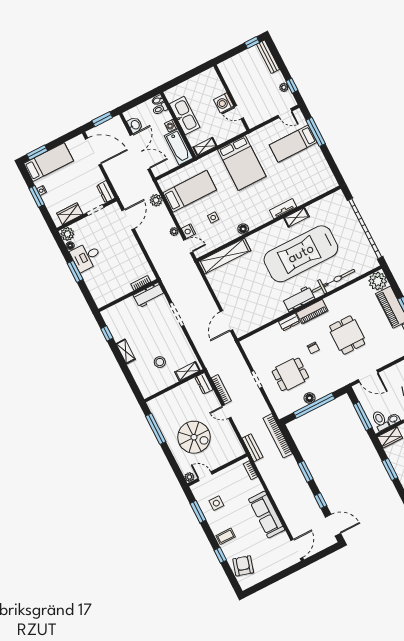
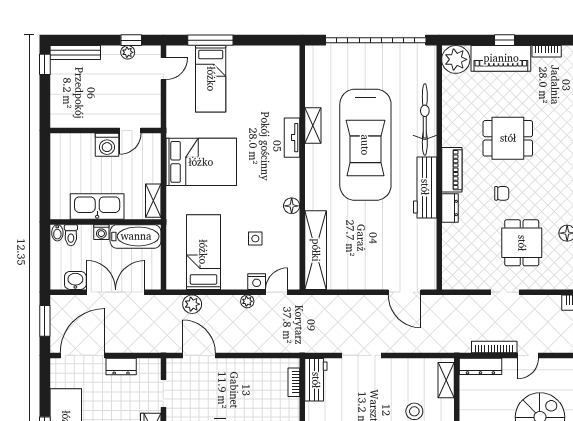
dresser: (106, 192) -> (121, 366), moved
workbench: (299, 299) -> (425, 187), width x1.38
dresser: (204, 383) -> (480, 366), width x1.44

